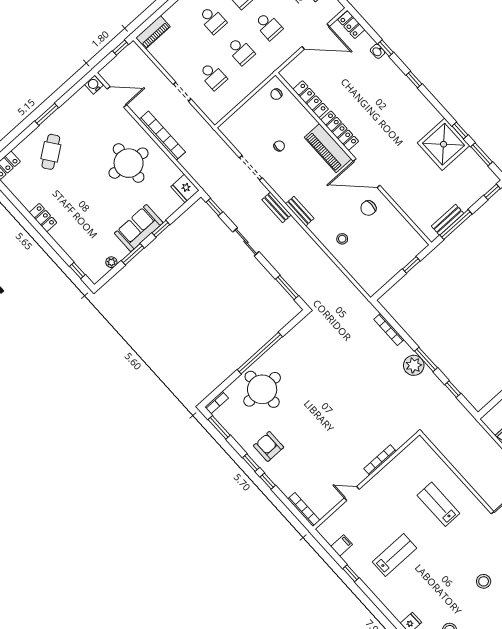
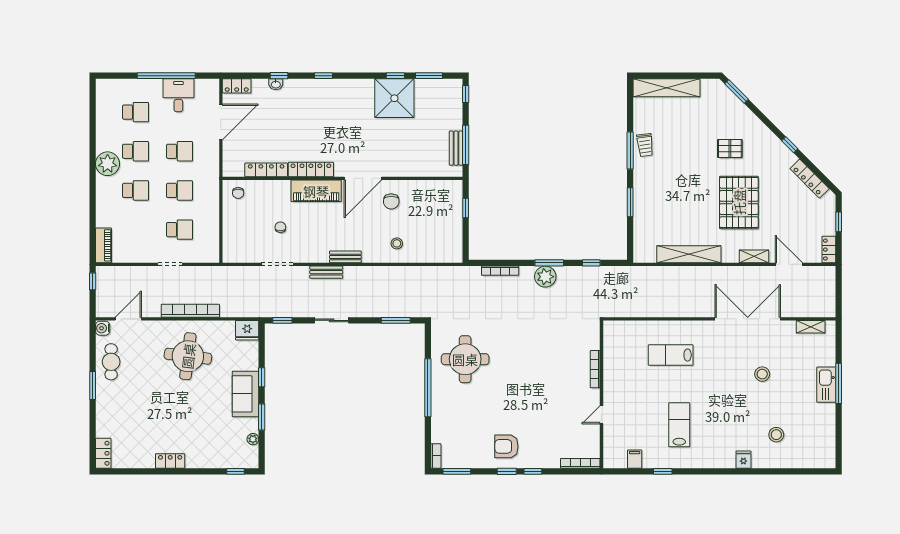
cafe table: (51, 152) -> (111, 362), moved, turned 36
round table: (262, 389) -> (465, 359), moved

